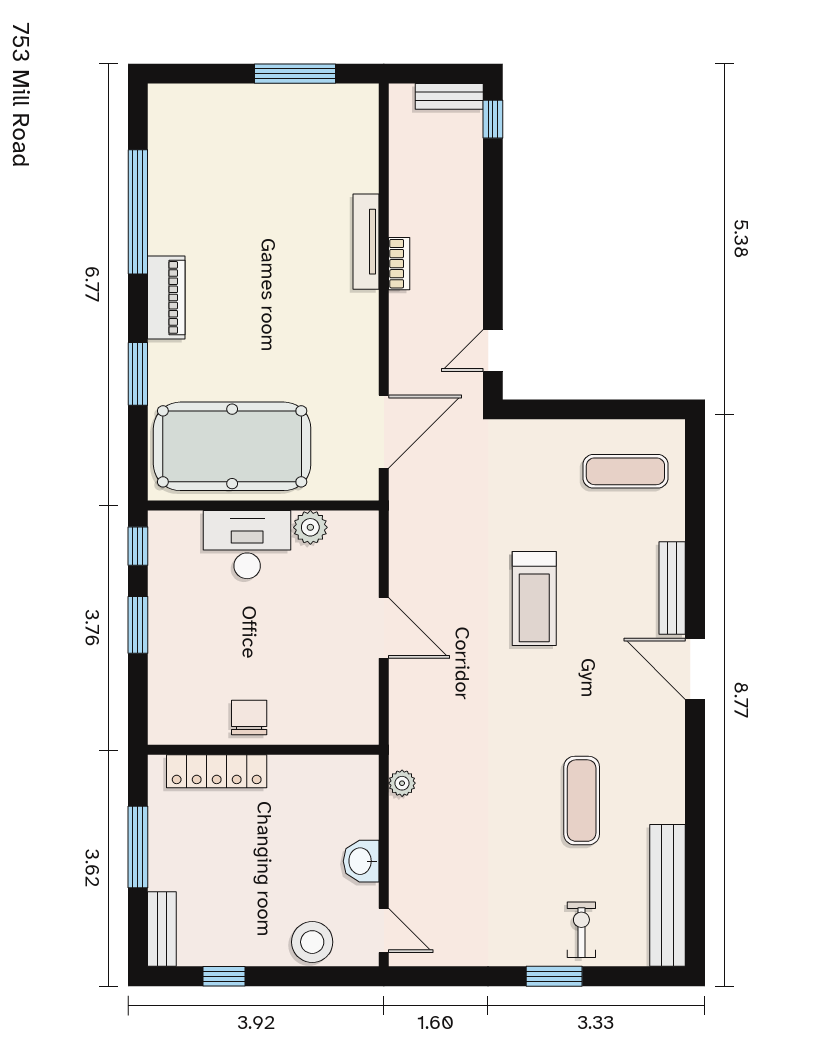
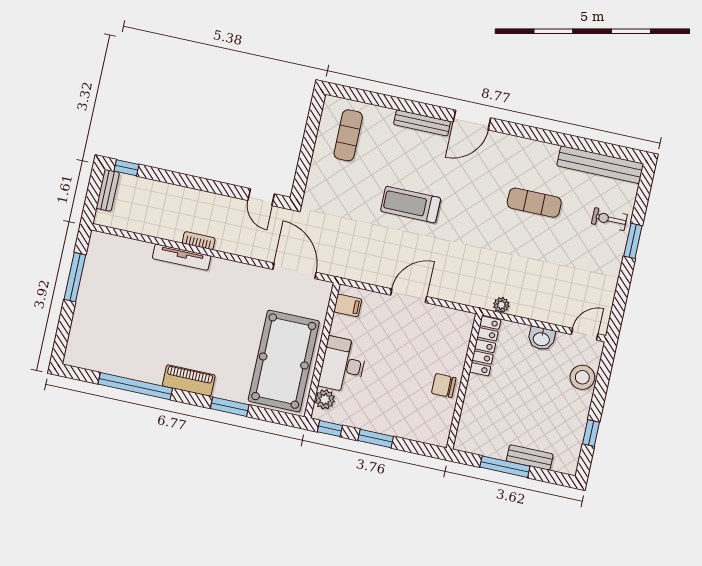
plant: (310, 527) -> (325, 399), moved
filing cabinet: (346, 531) -> (348, 305), added
treadmill: (534, 598) -> (411, 205), turned 180
locker: (217, 771) -> (485, 346), moved
bench: (162, 929) -> (530, 457), moved

